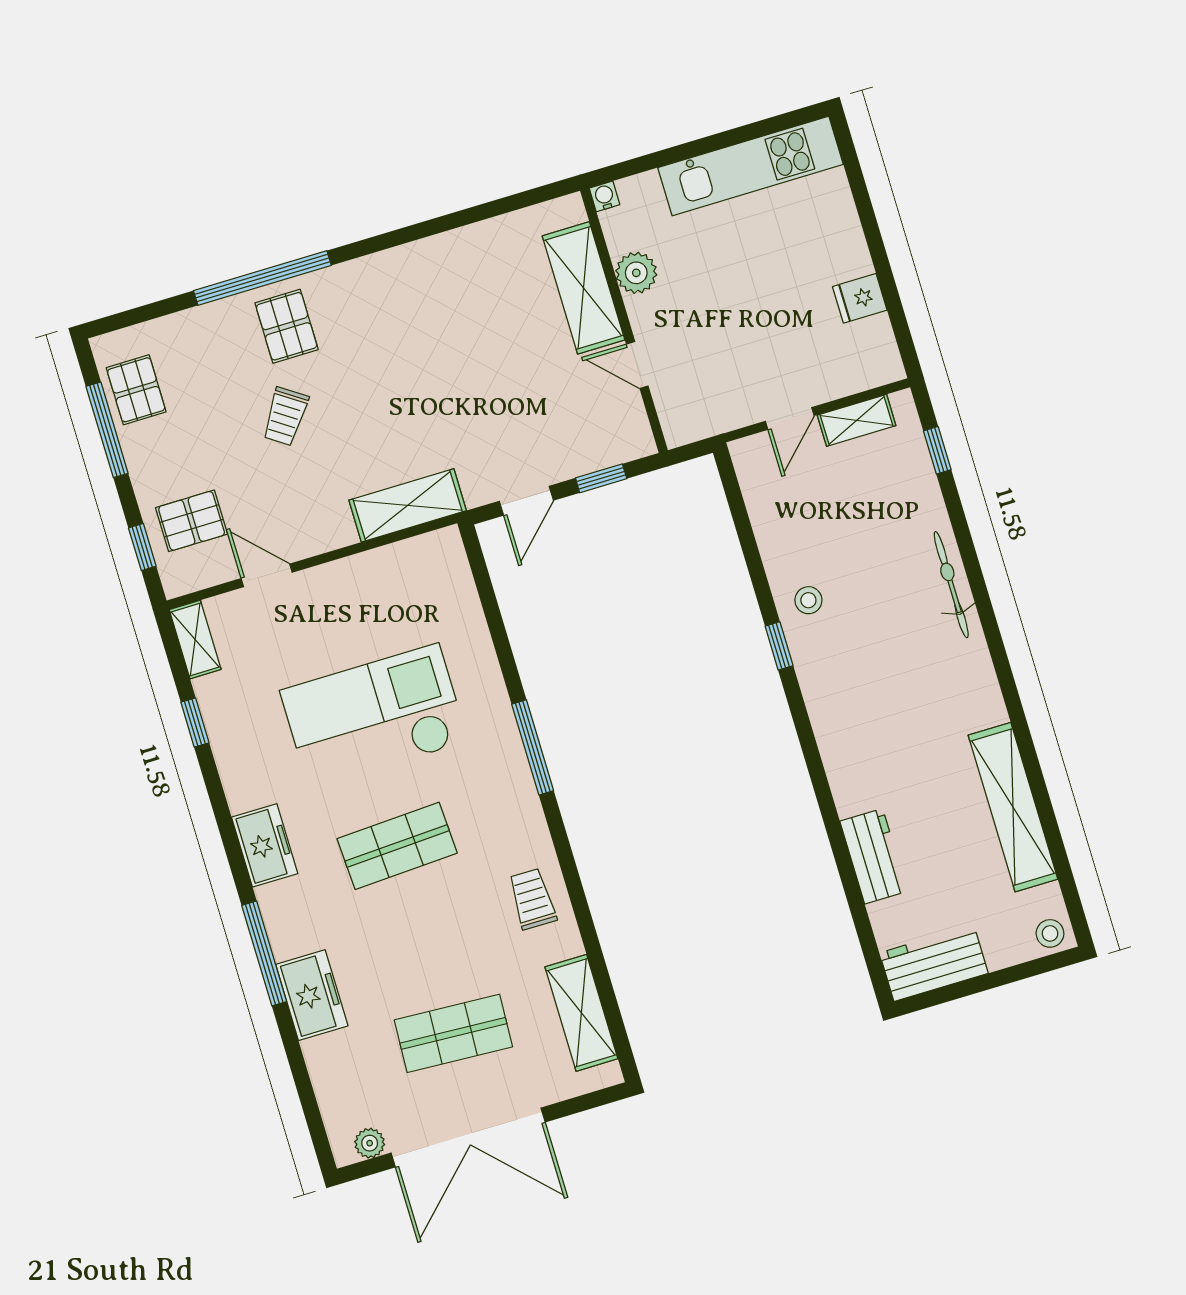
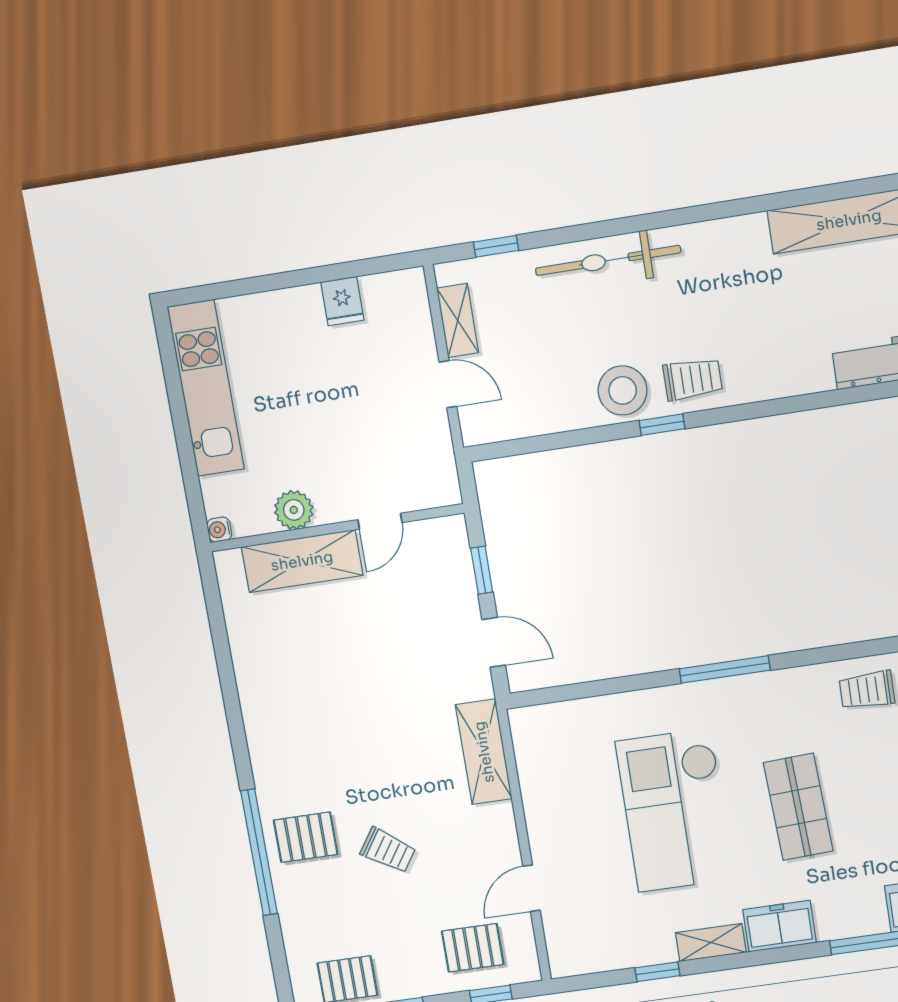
pallet: (192, 521) -> (473, 948), turned 90
bicycle: (951, 585) -> (608, 260), width x1.37, depth x1.40
stool: (808, 600) -> (623, 390), width x1.89, depth x1.89
shelving: (195, 639) -> (711, 943), moved
trolley: (830, 671) -> (693, 379), added

